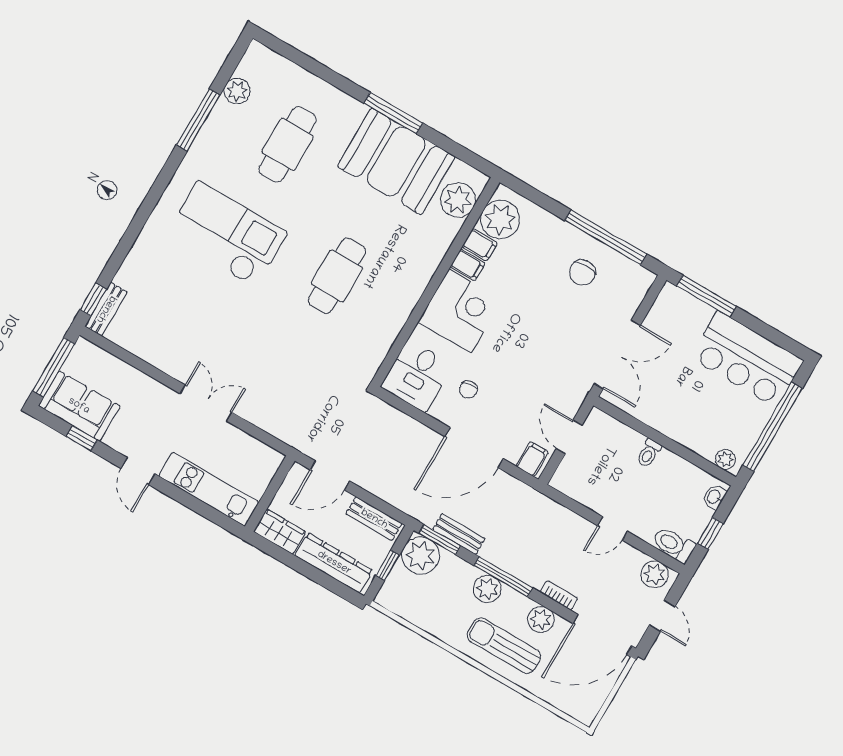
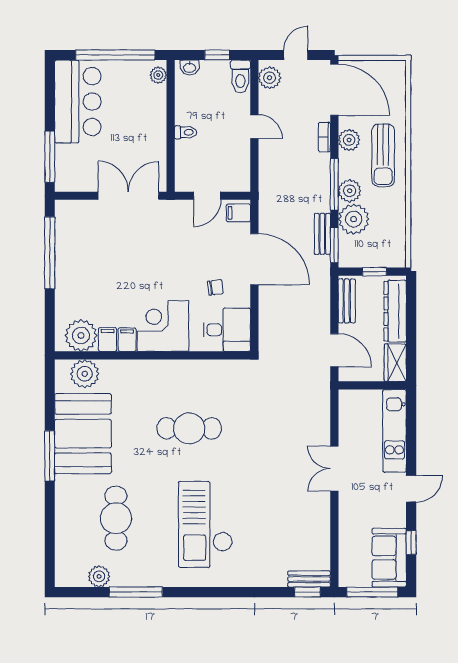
cafe table: (288, 144) -> (116, 518), turned 90
chair: (582, 273) -> (85, 255), removed
plant: (421, 556) -> (354, 219), moved

